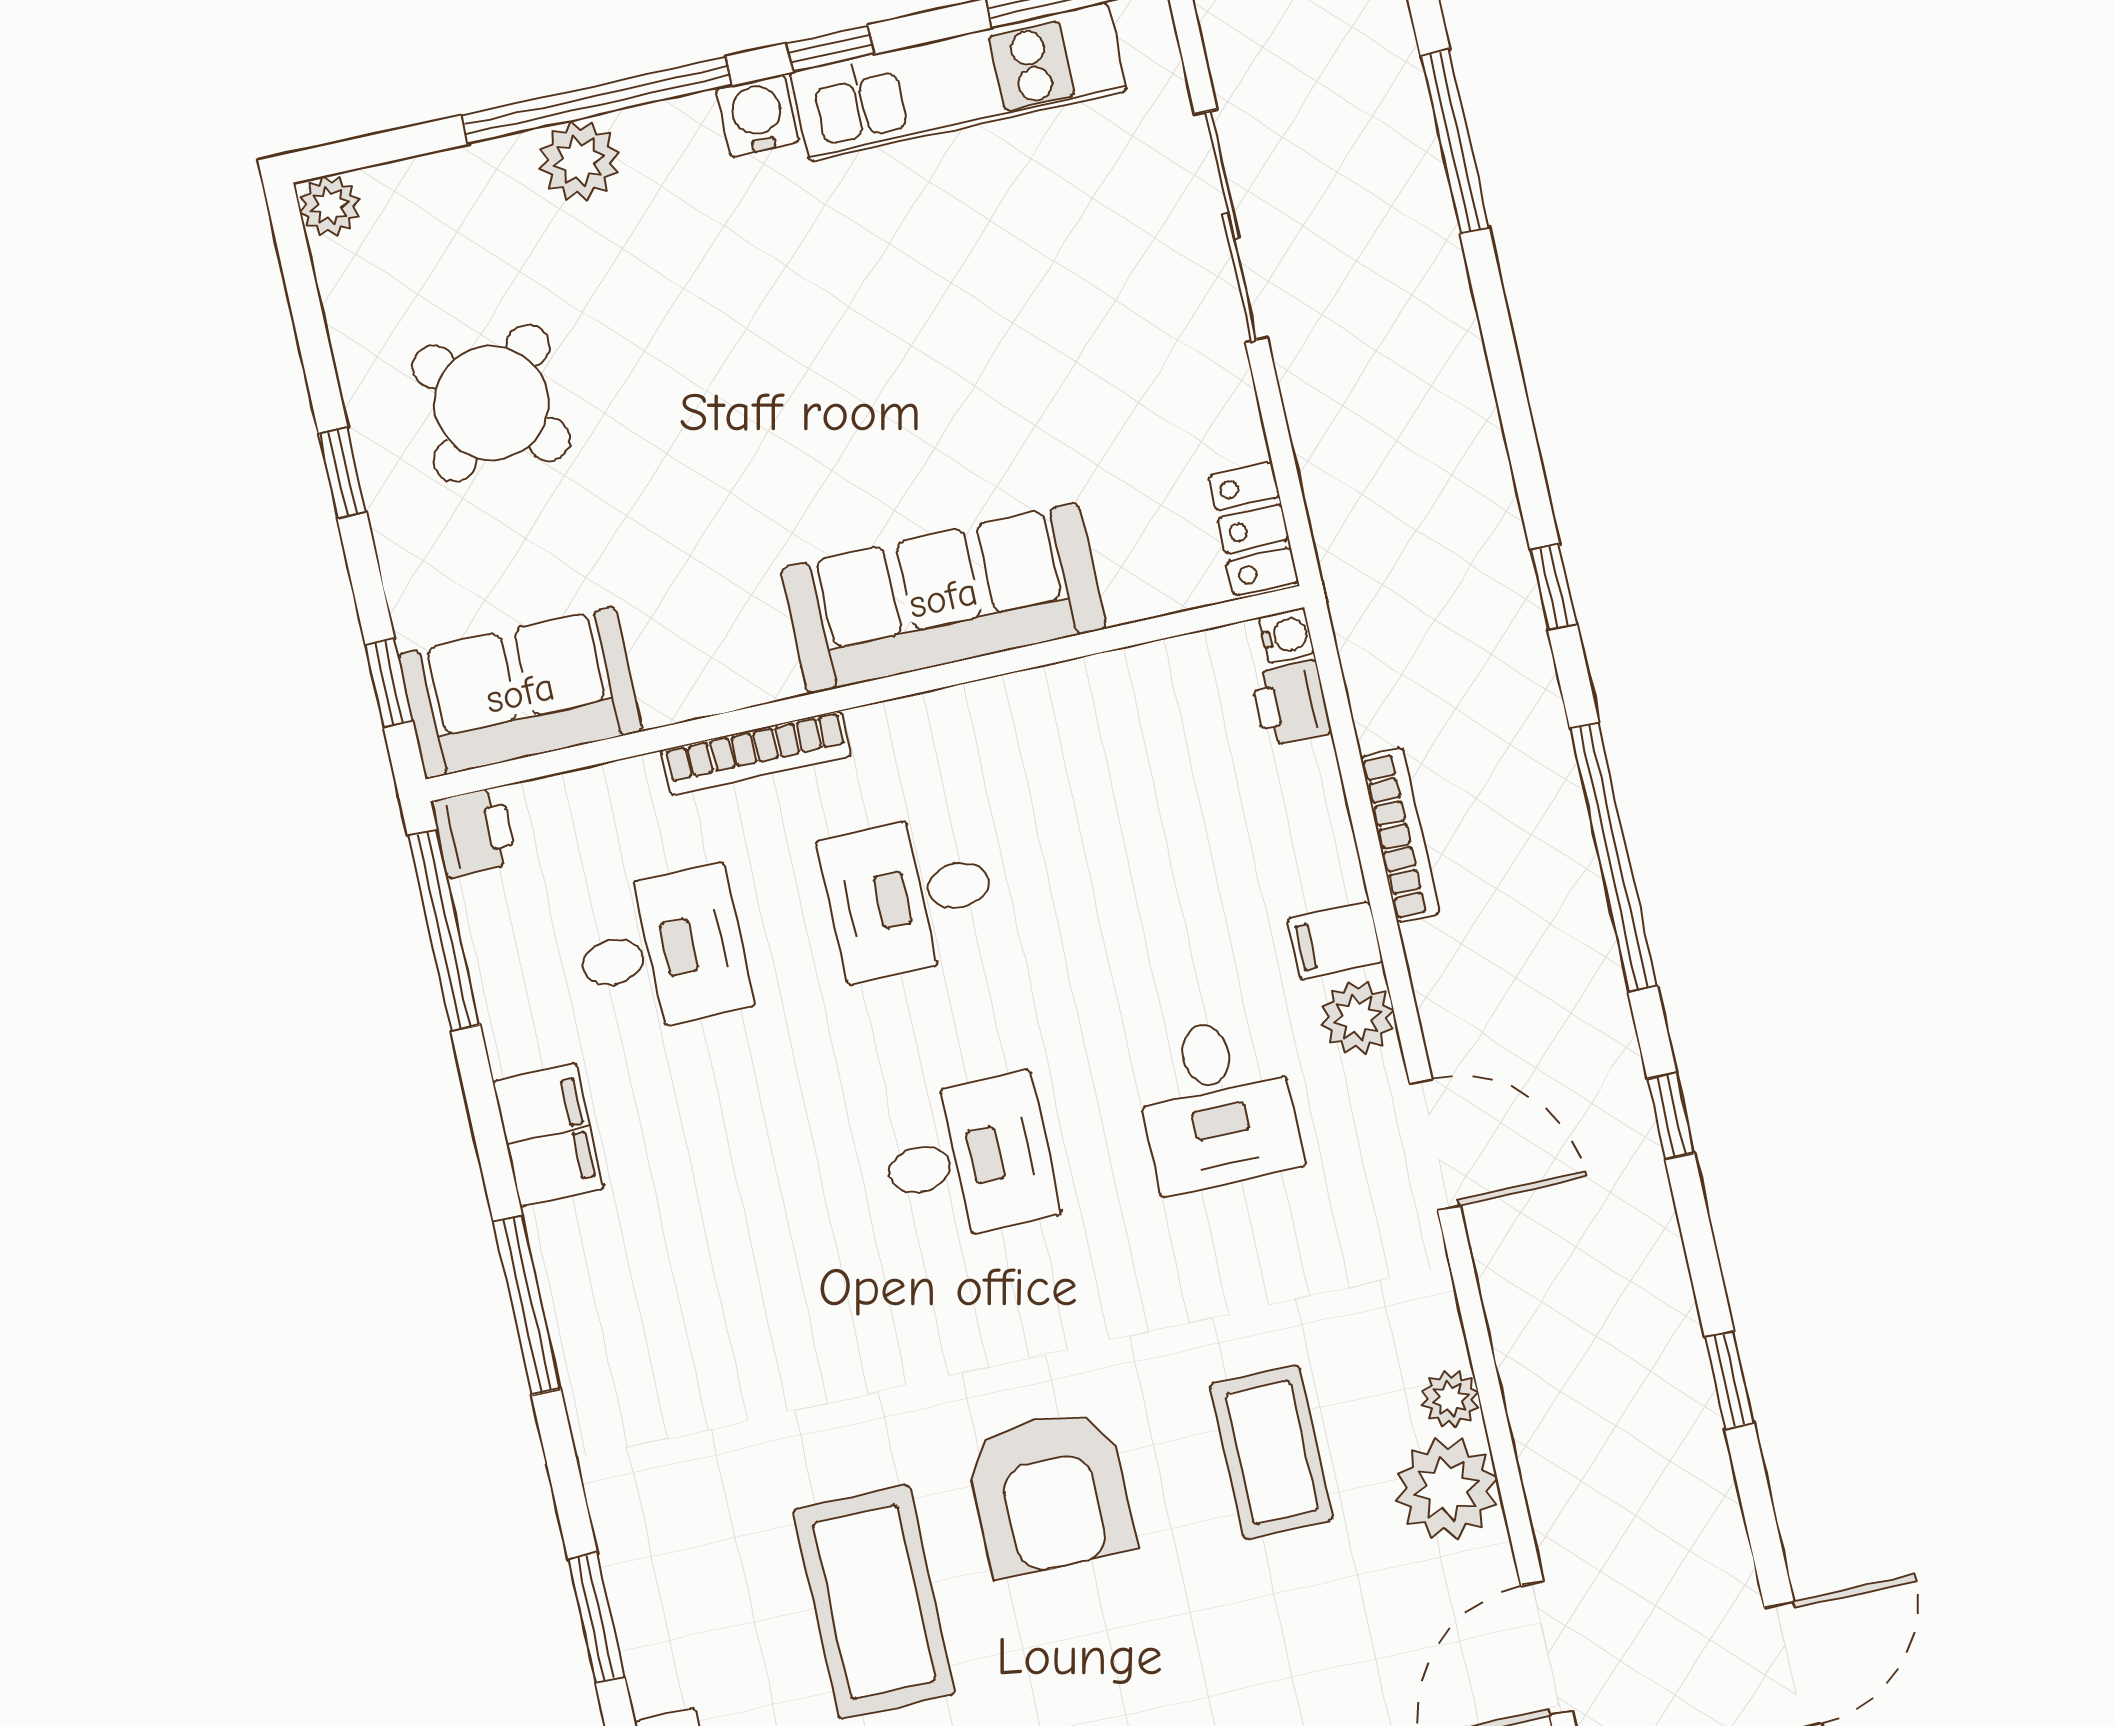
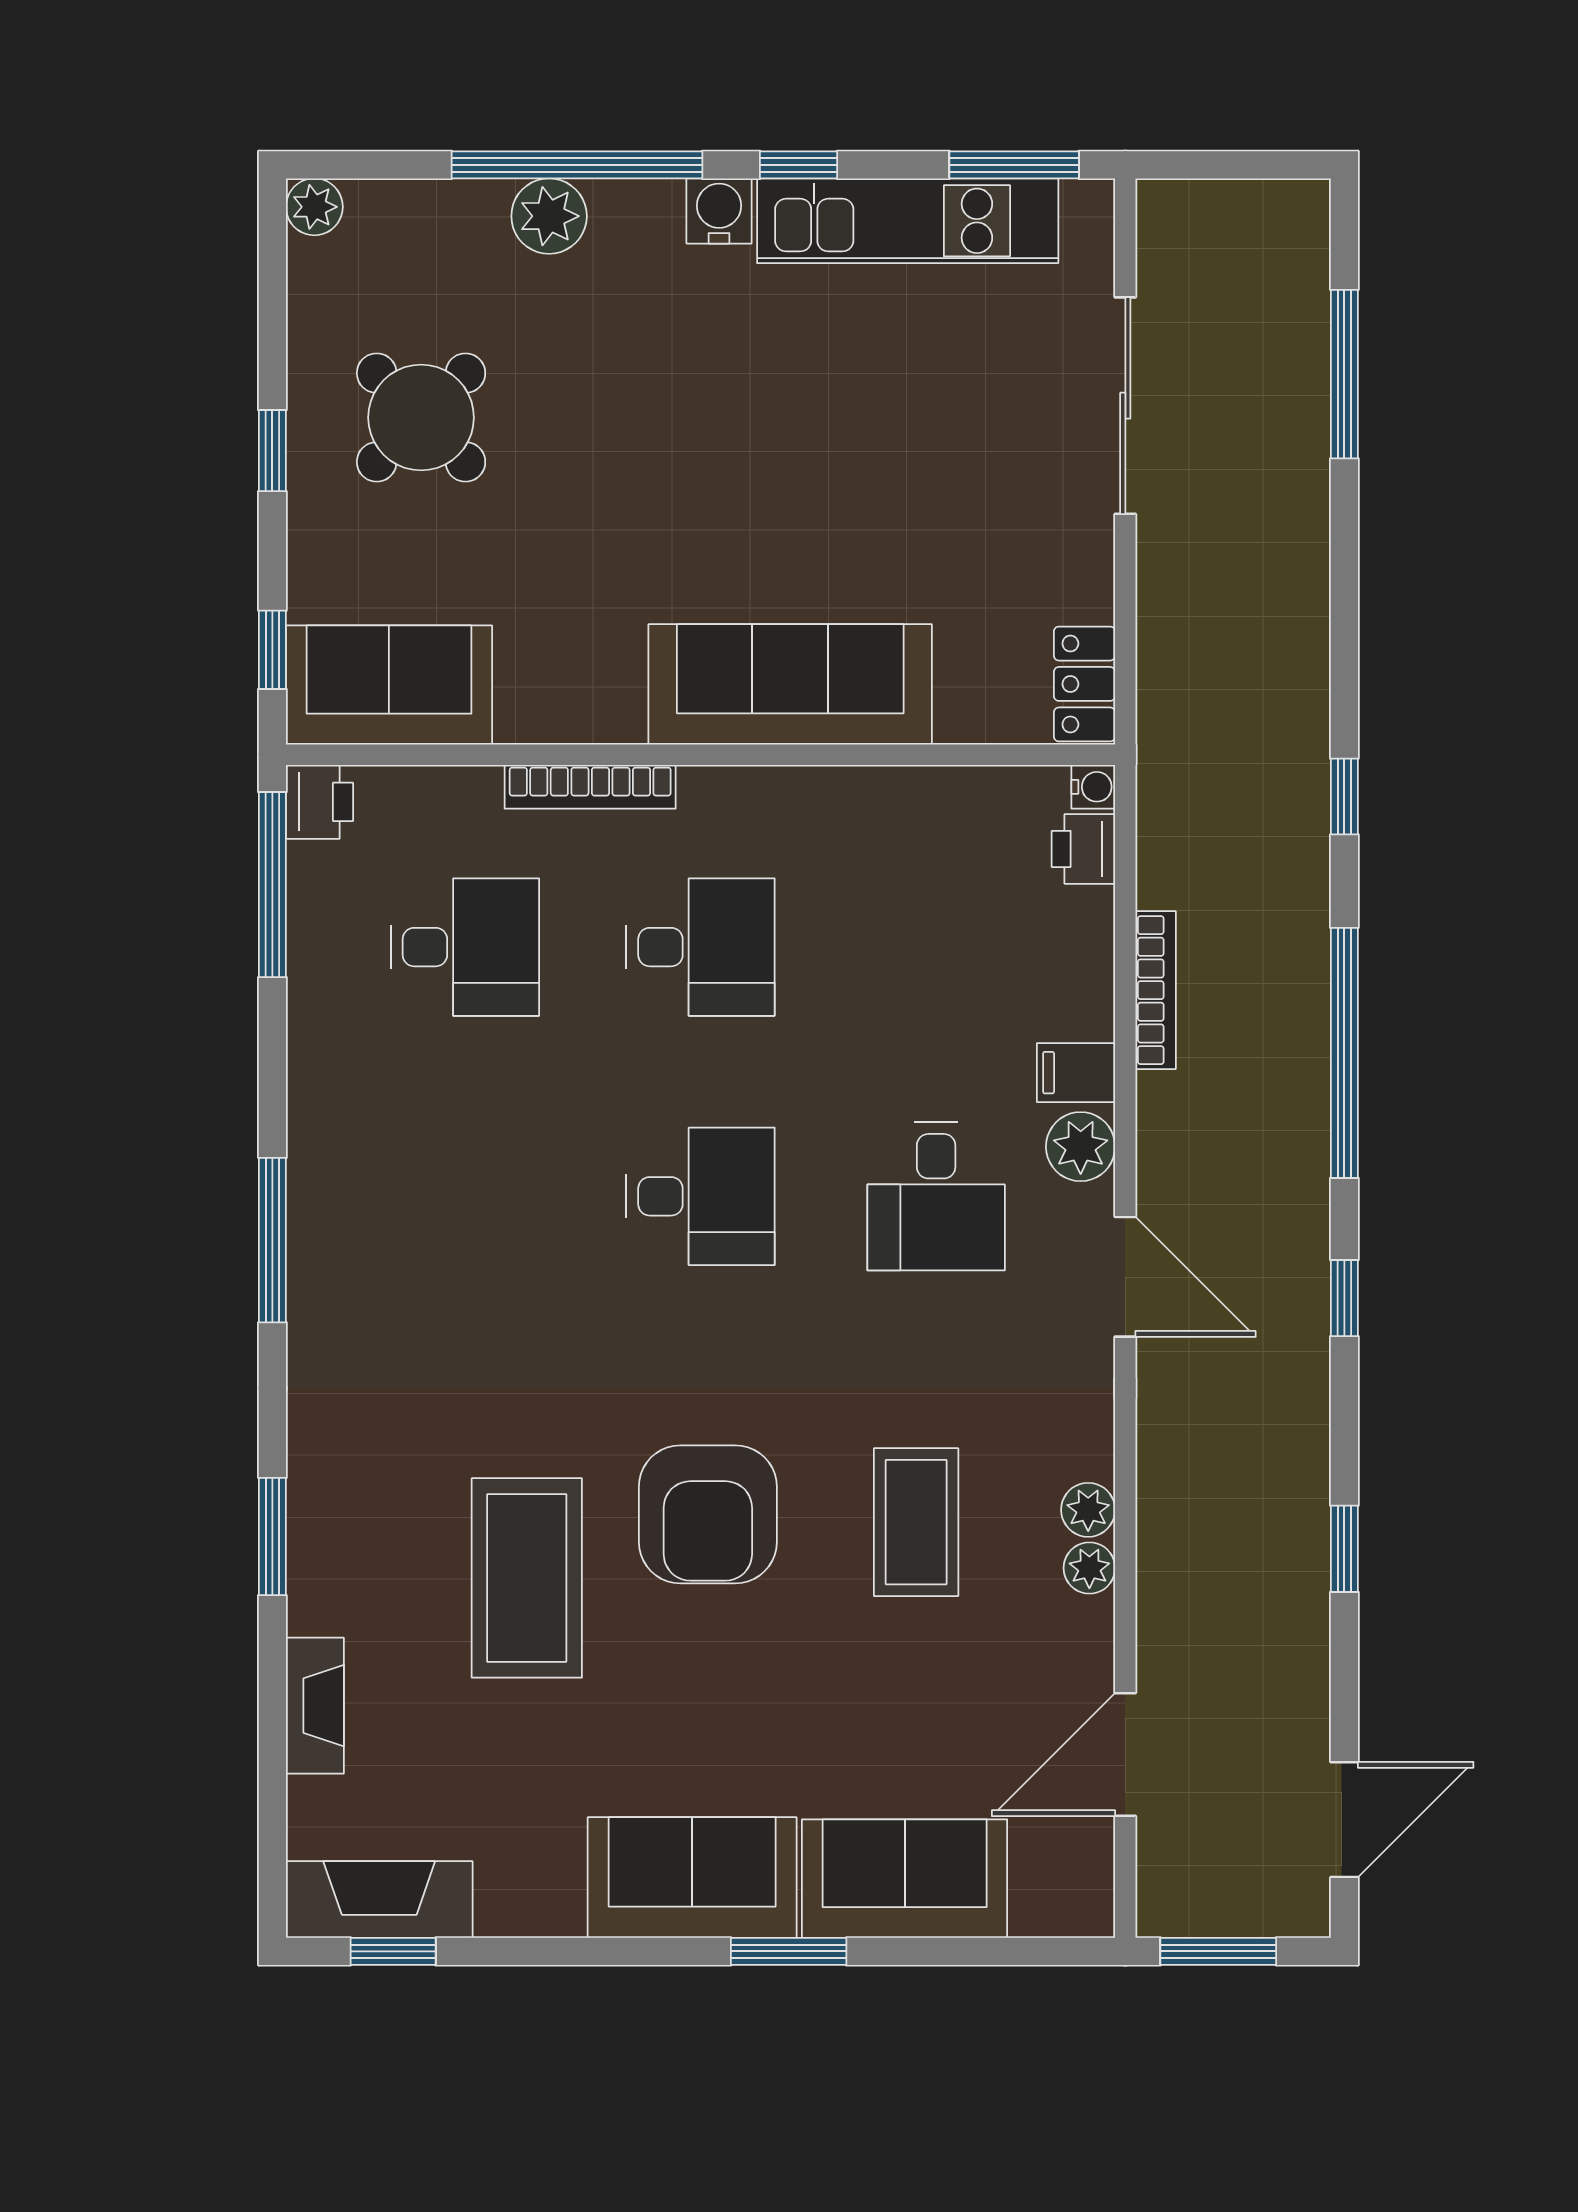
desk: (910, 896) -> (701, 947), turned 180
filing cabinet: (548, 1135) -> (326, 1090), removed
plant: (1447, 1489) -> (1089, 1568), width x0.53, depth x0.53

